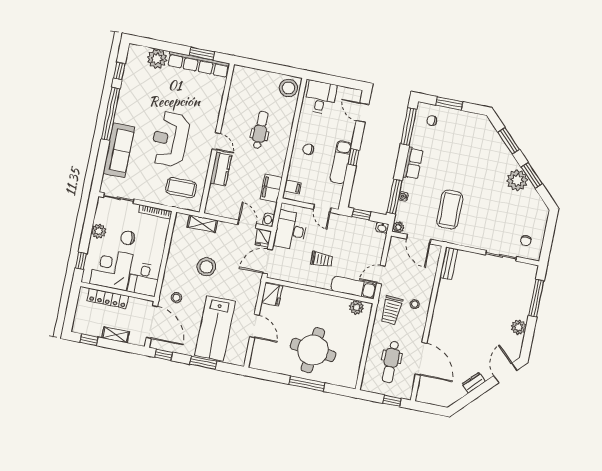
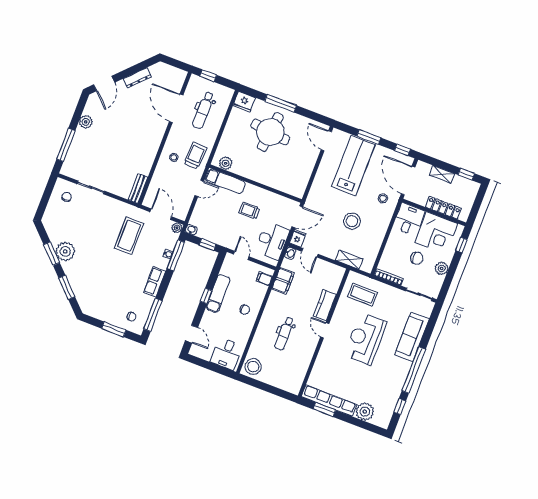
reception desk: (170, 139) -> (365, 339), turned 180
fridge: (272, 295) -> (244, 102), moved, turned -90
door: (254, 326) -> (326, 141), moved
dental chair: (391, 362) -> (203, 110), turned 180
dresser: (474, 383) -> (137, 78), width x1.44

